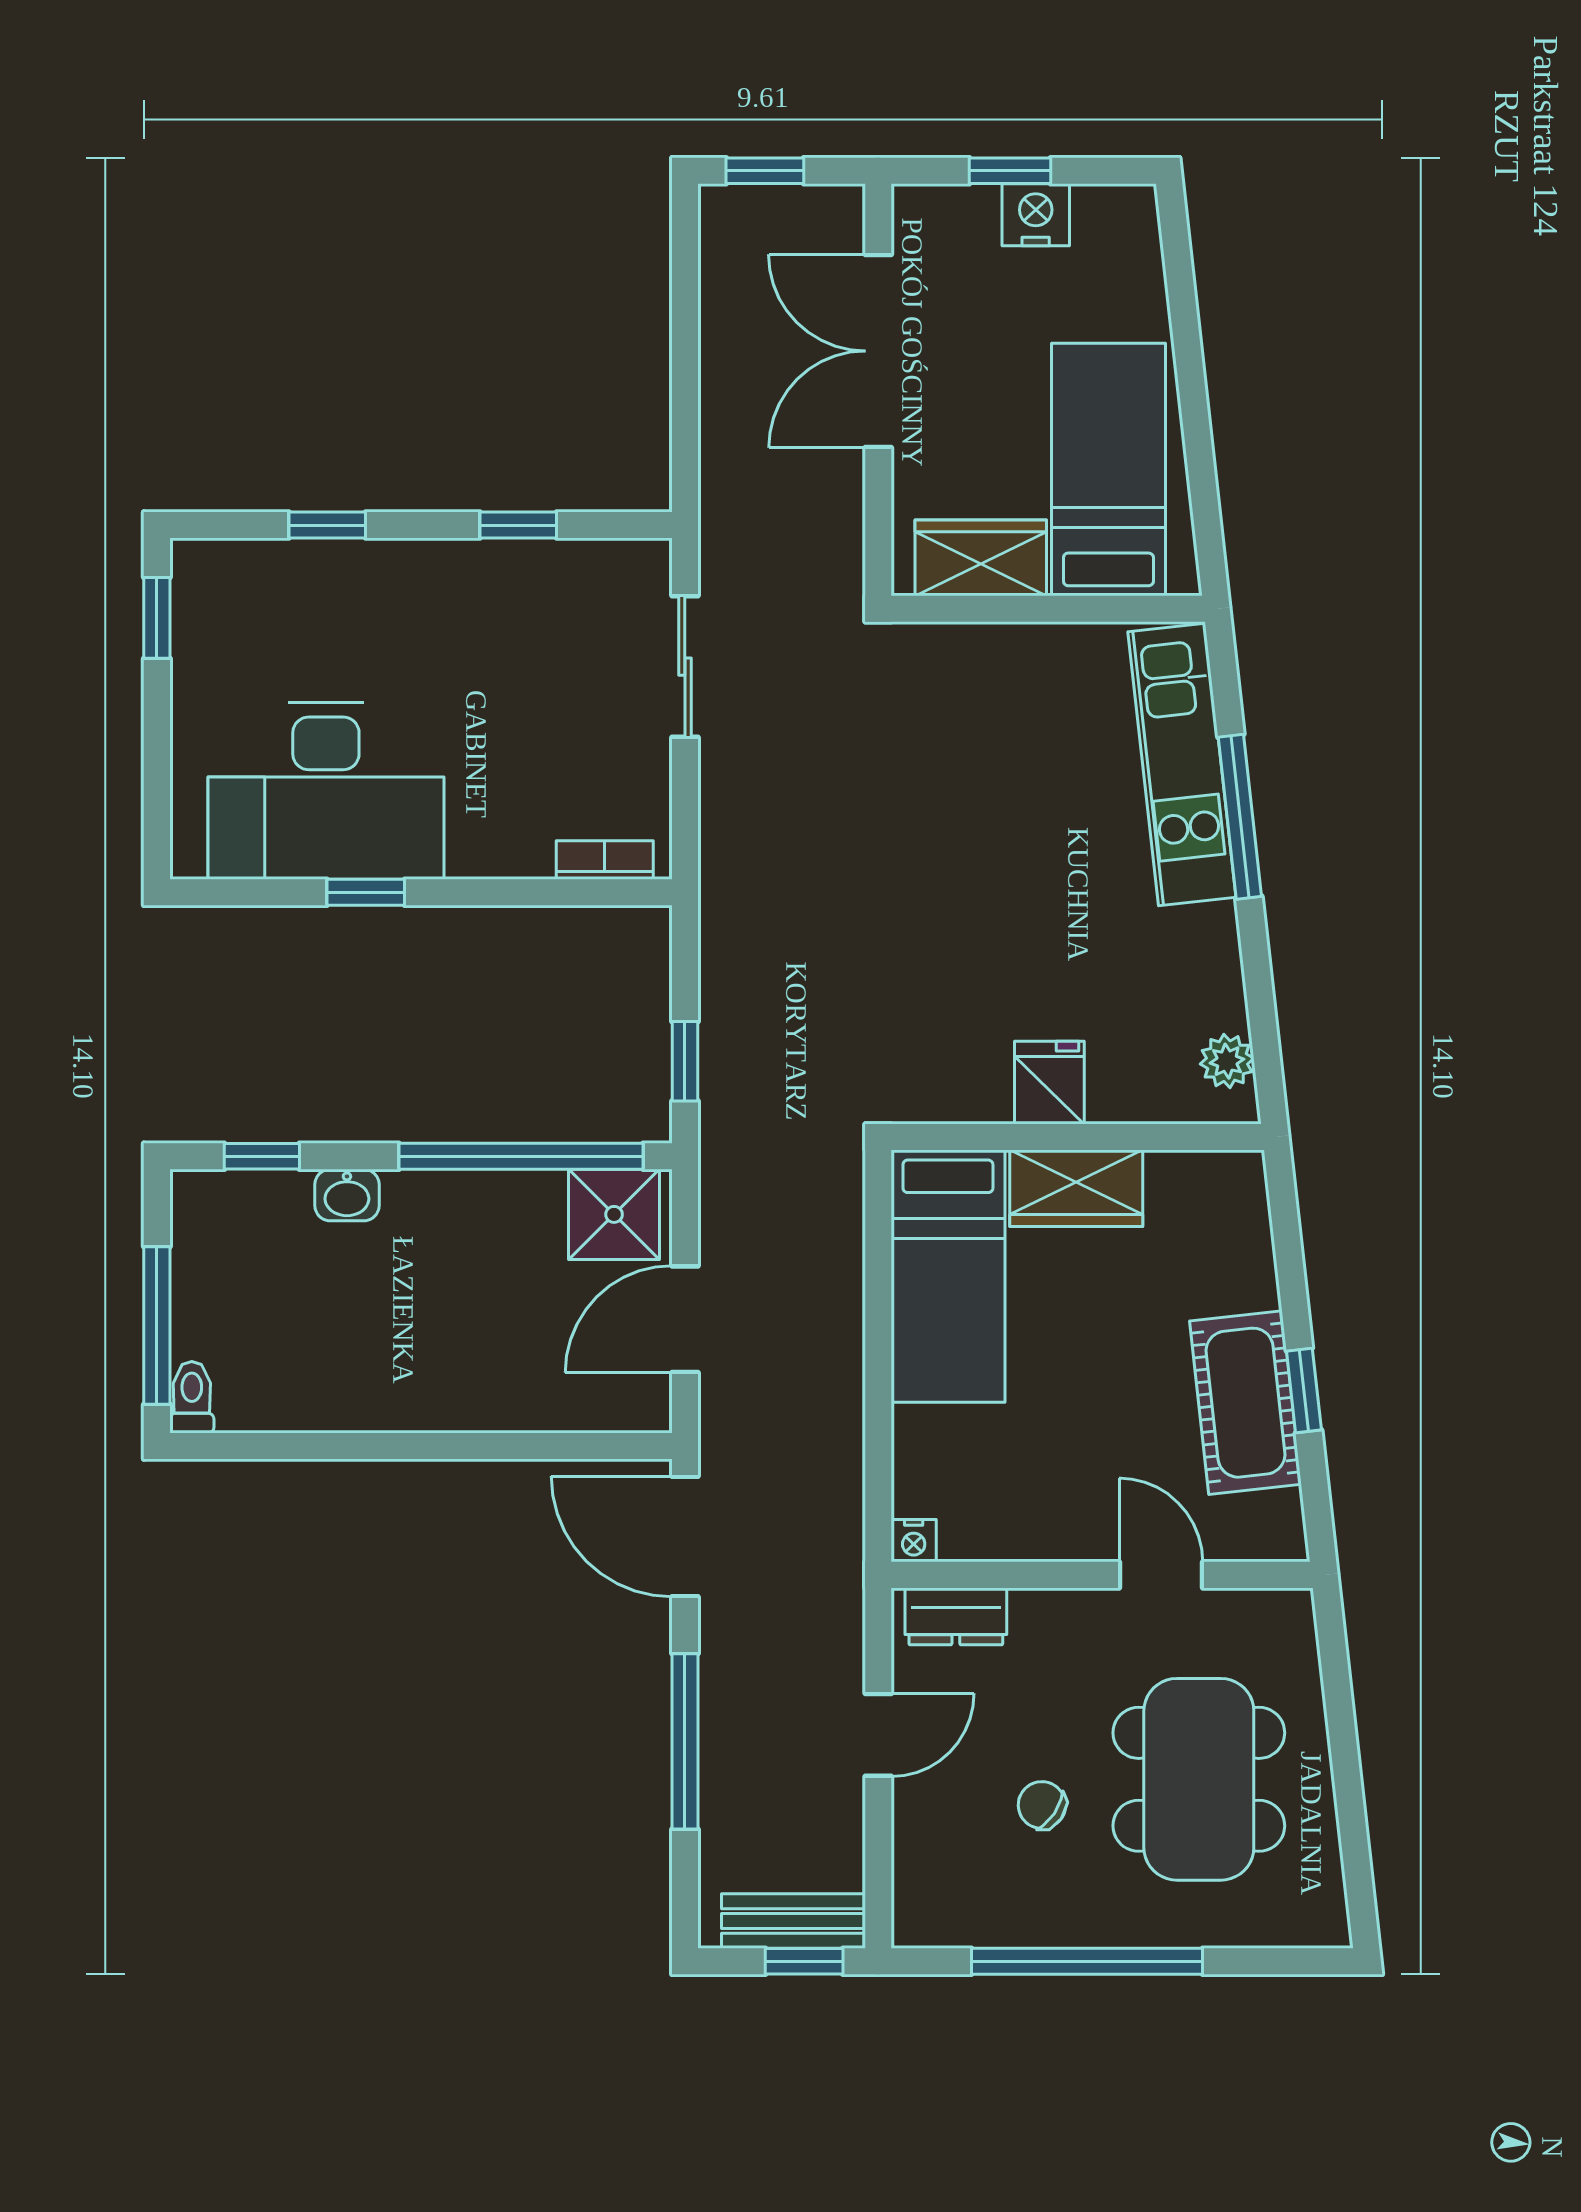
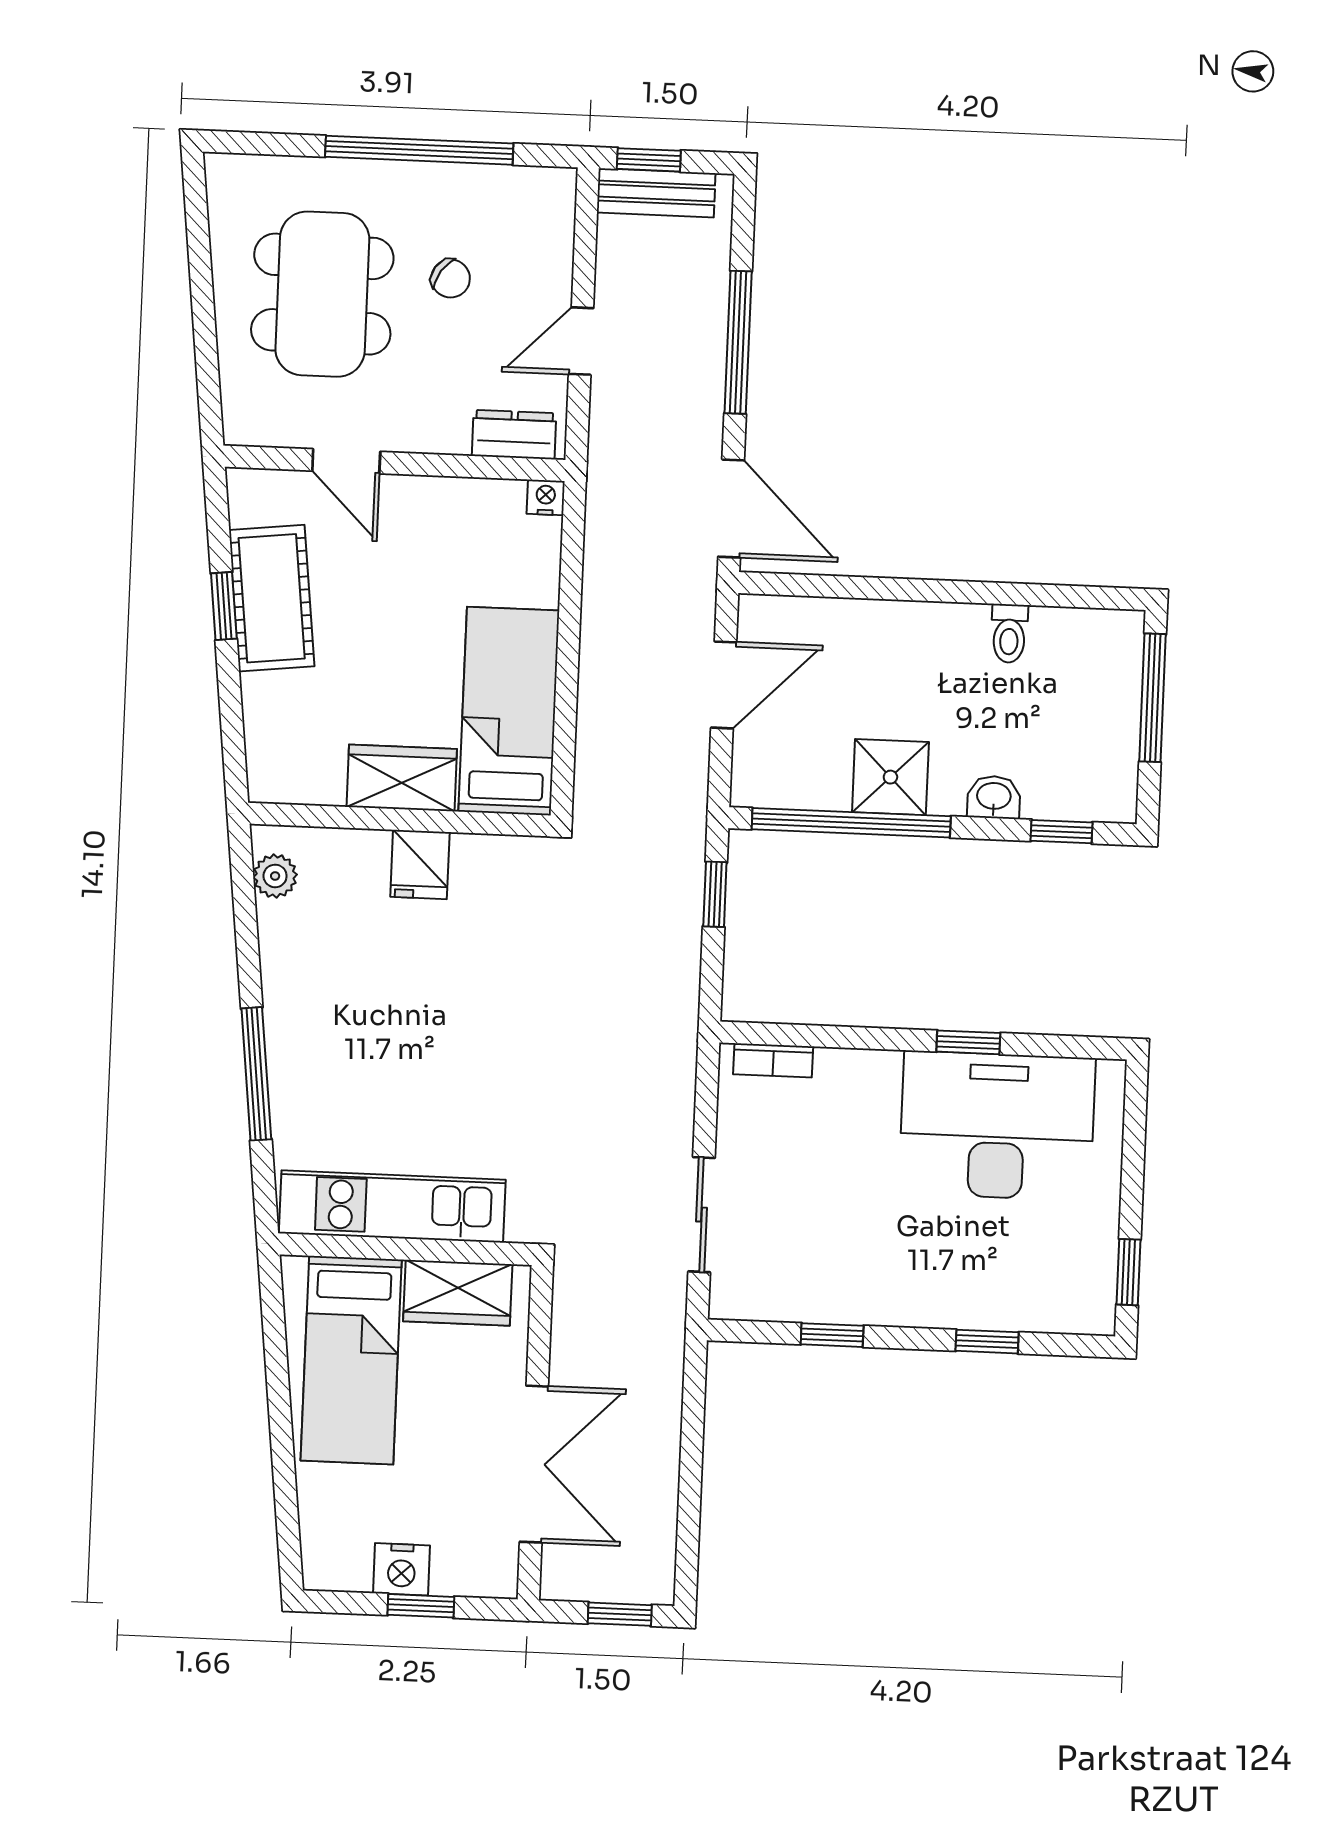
kitchen unit: (1182, 765) -> (392, 1206), moved, turned -84
shower: (614, 1214) -> (890, 777), moved
toilet: (192, 1397) -> (1009, 633), moved

